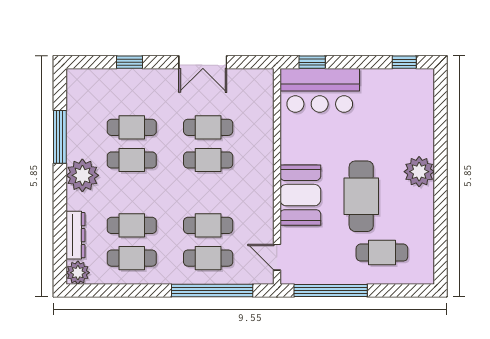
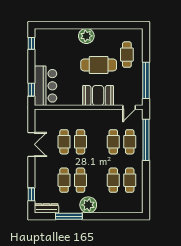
window: (130, 62) -> (31, 194), moved
dresser: (75, 235) -> (46, 208), moved
plant: (78, 273) -> (137, 207), removed

